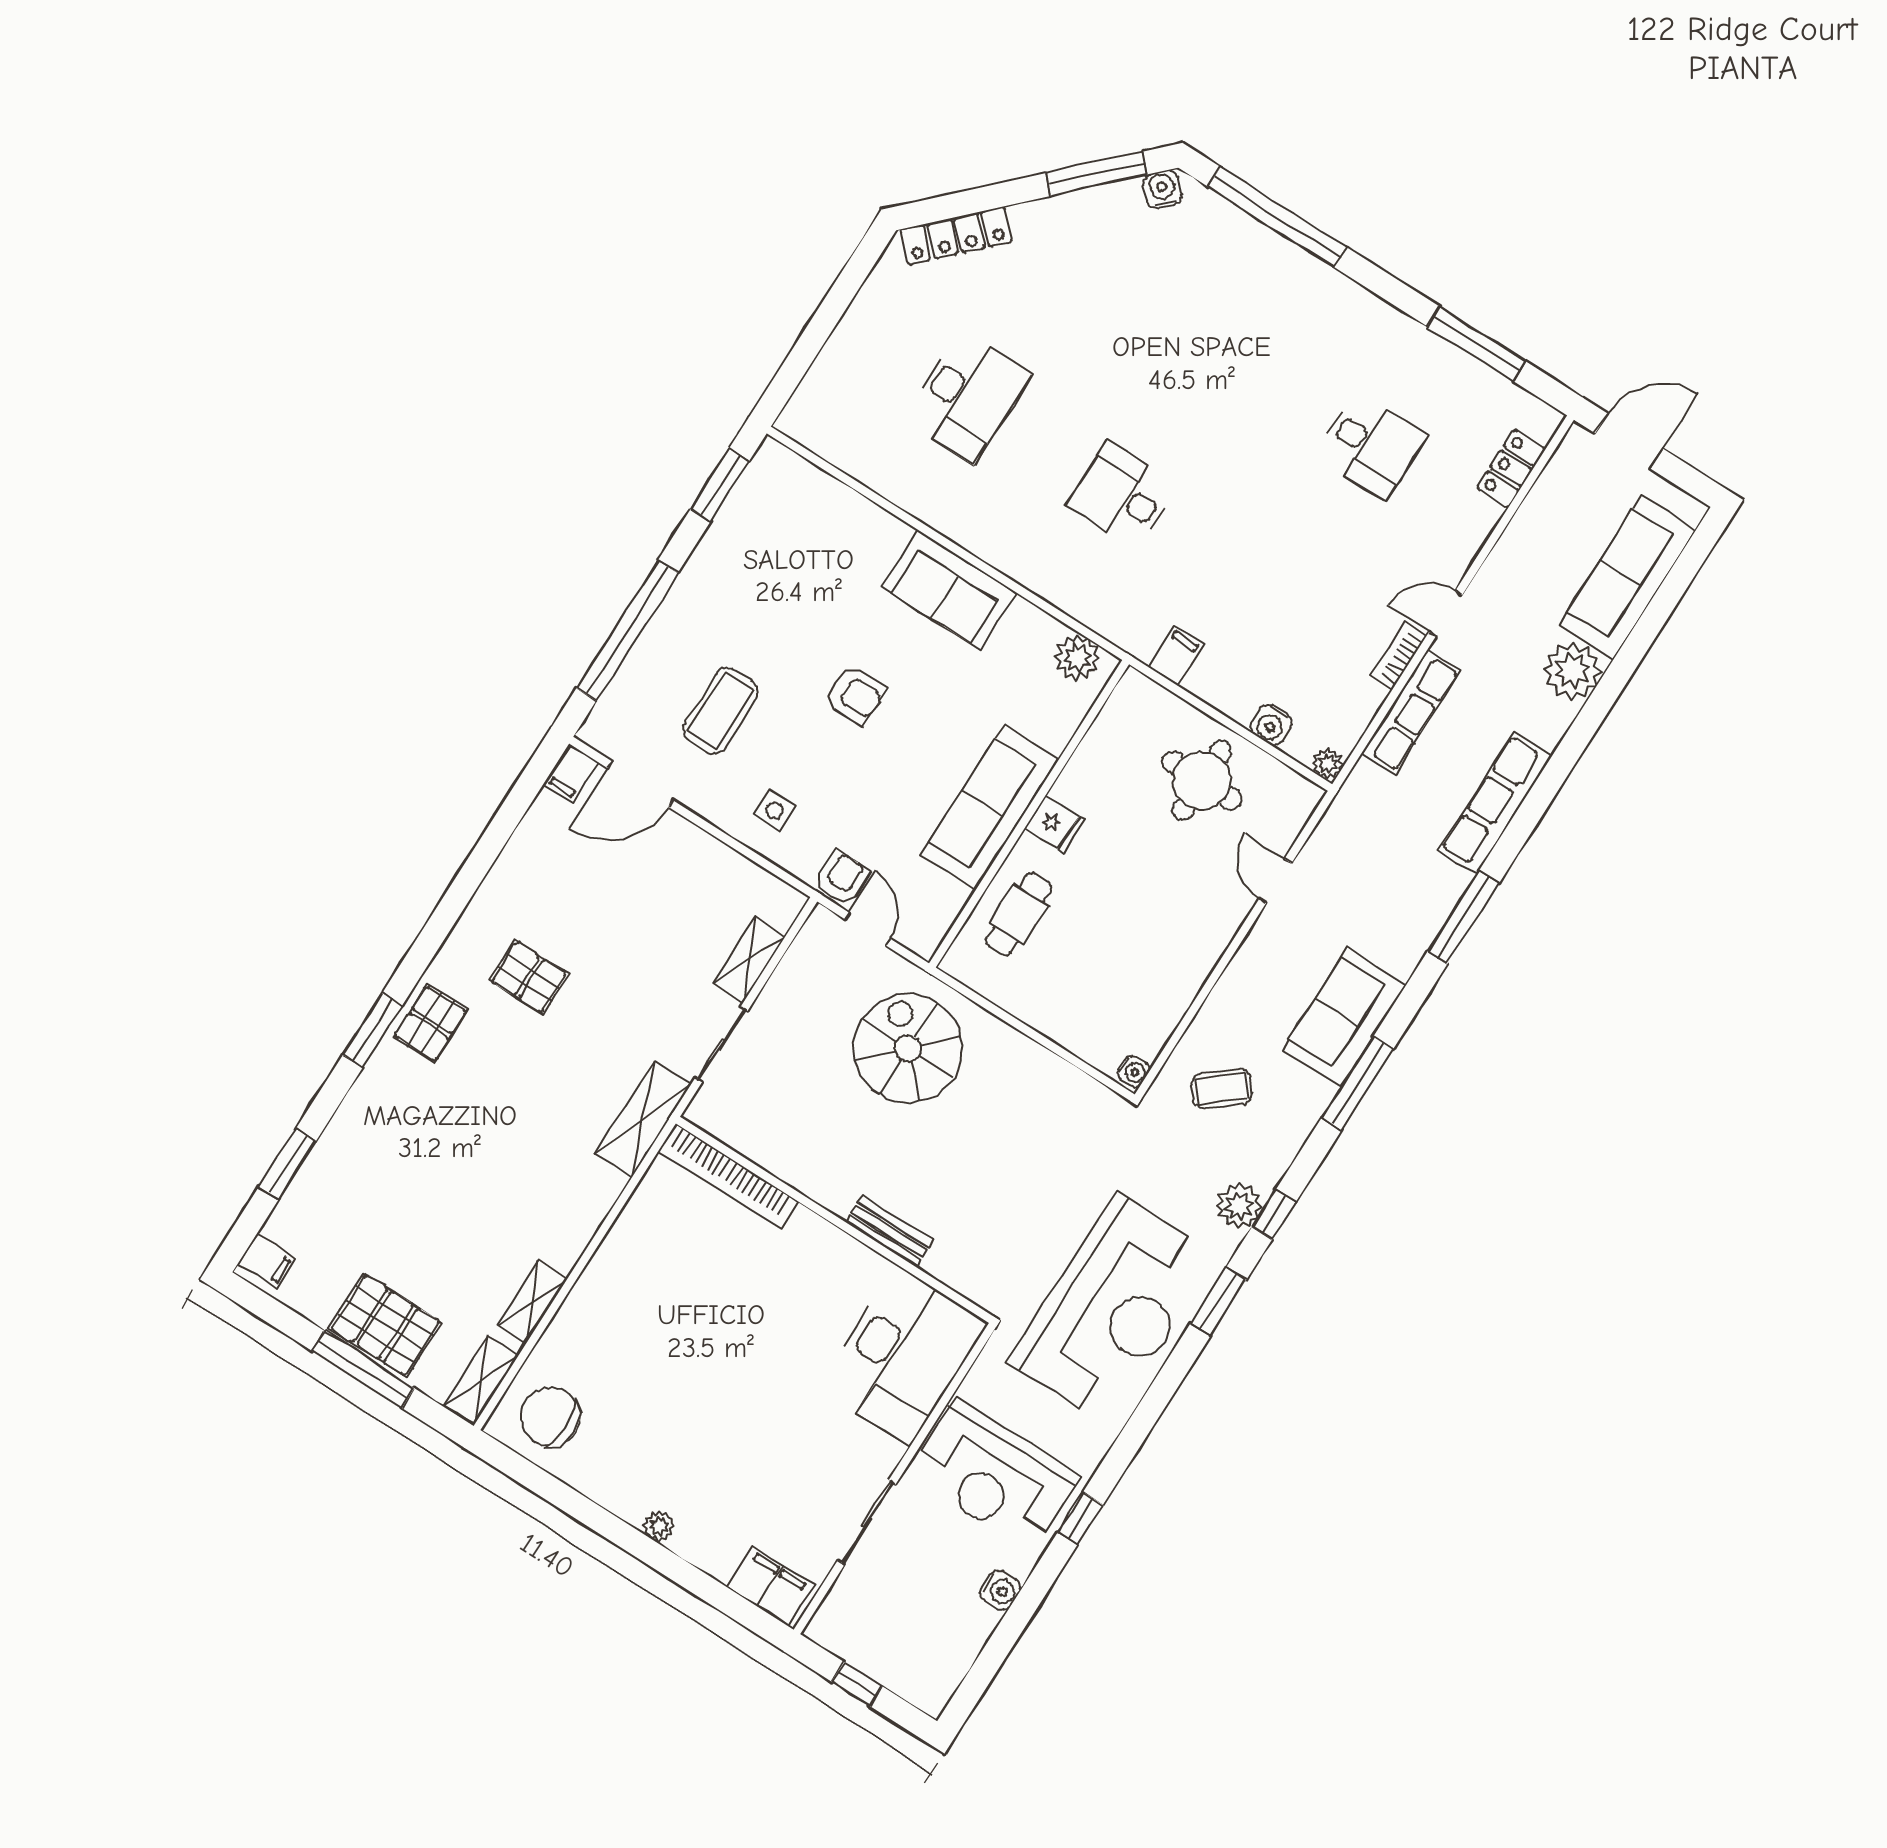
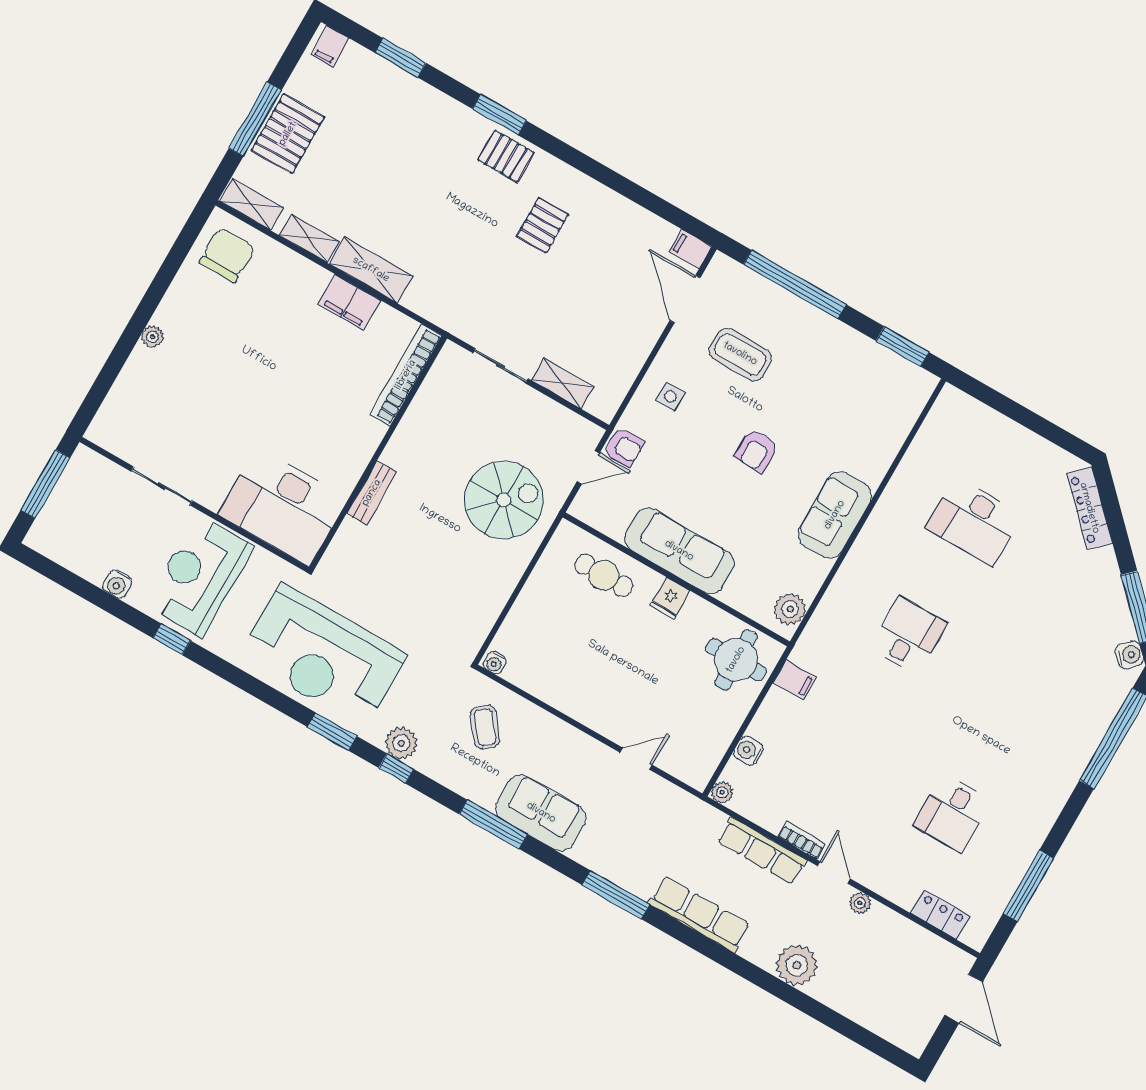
sofa: (1627, 577) -> (866, 1002), removed
plant: (1490, 579) -> (860, 903), added
round table: (1202, 781) -> (736, 660), moved
shelving: (643, 1119) -> (371, 270), moved
filing cabinet: (770, 1586) -> (349, 302), moved, turned 90
window: (857, 1684) -> (45, 484), width x2.17

